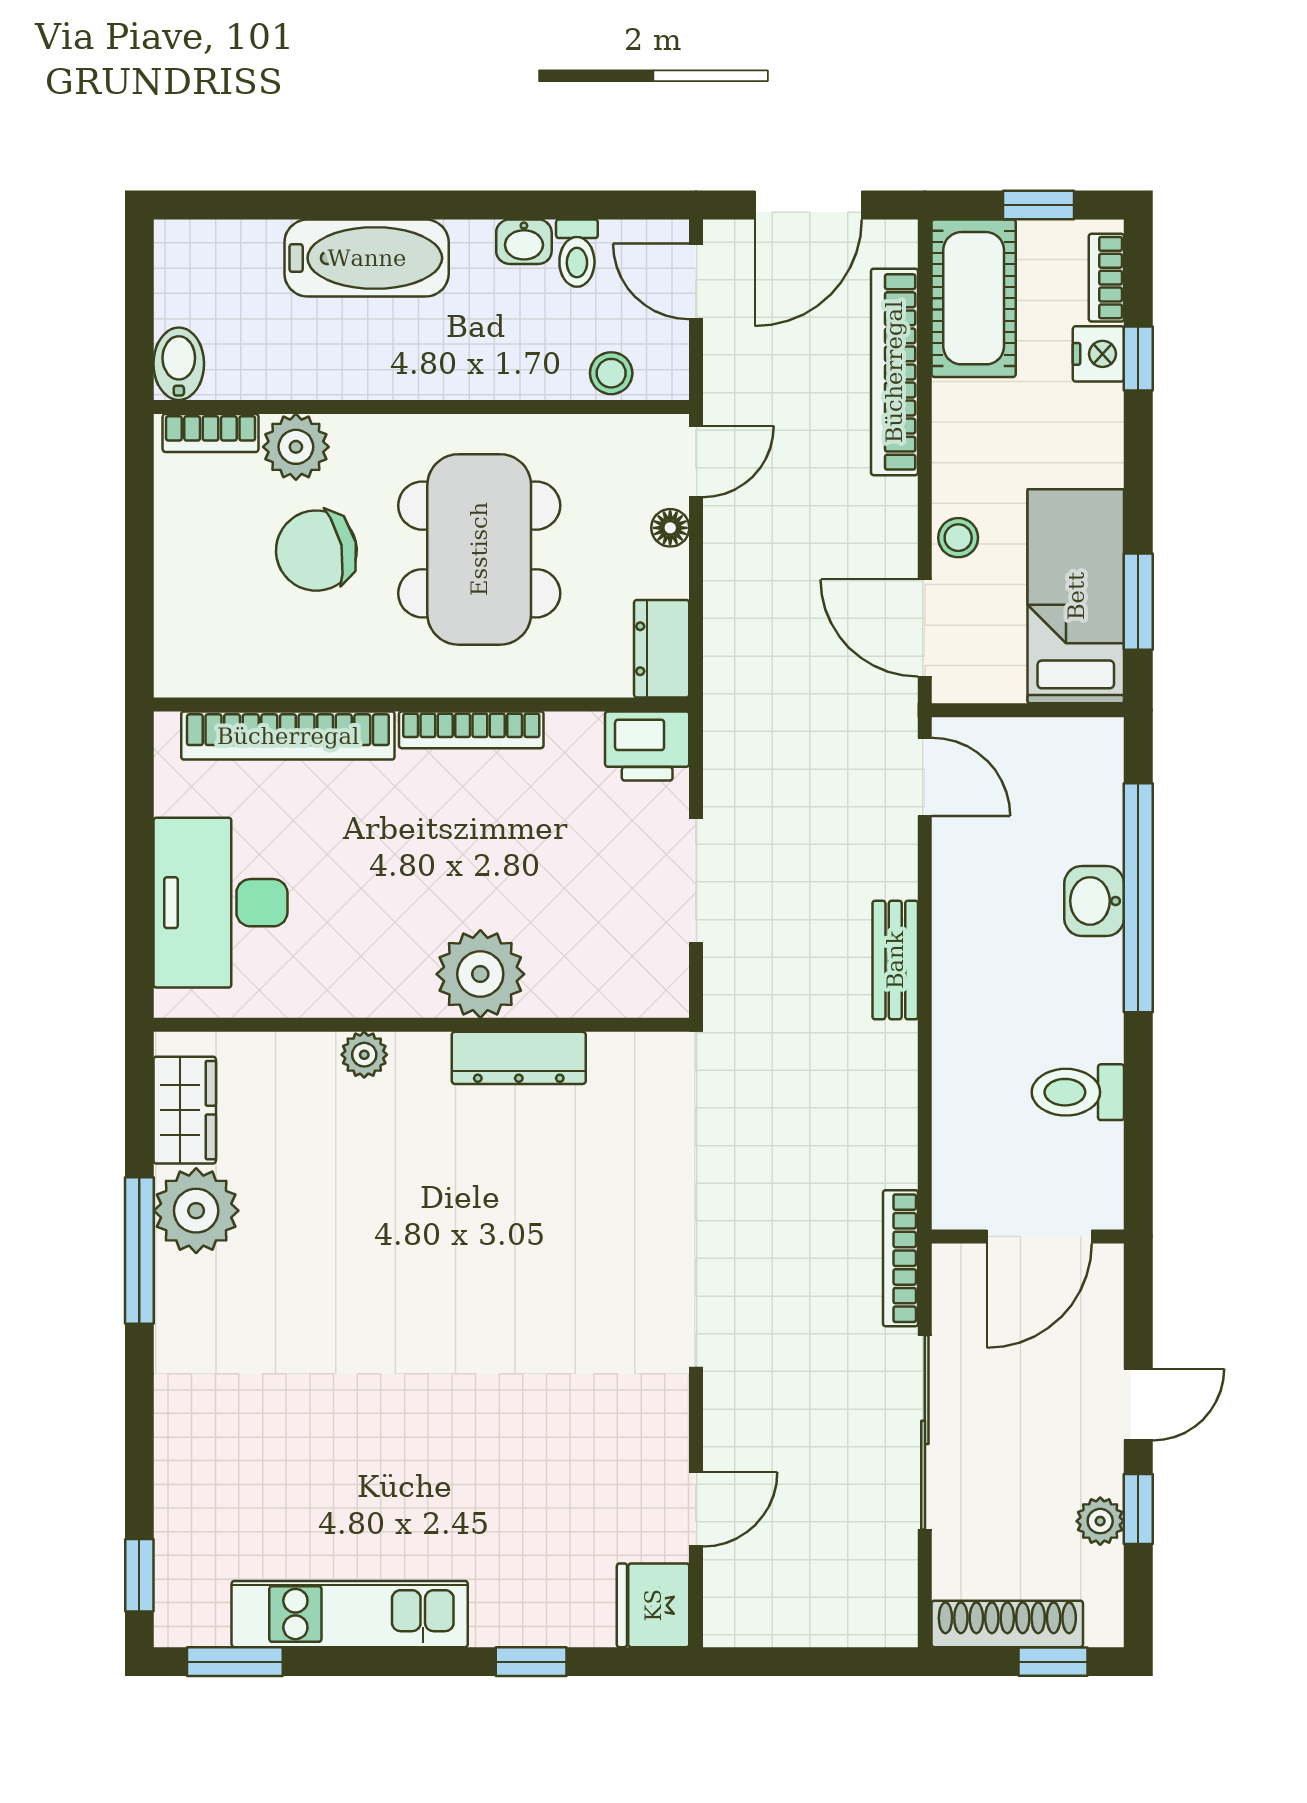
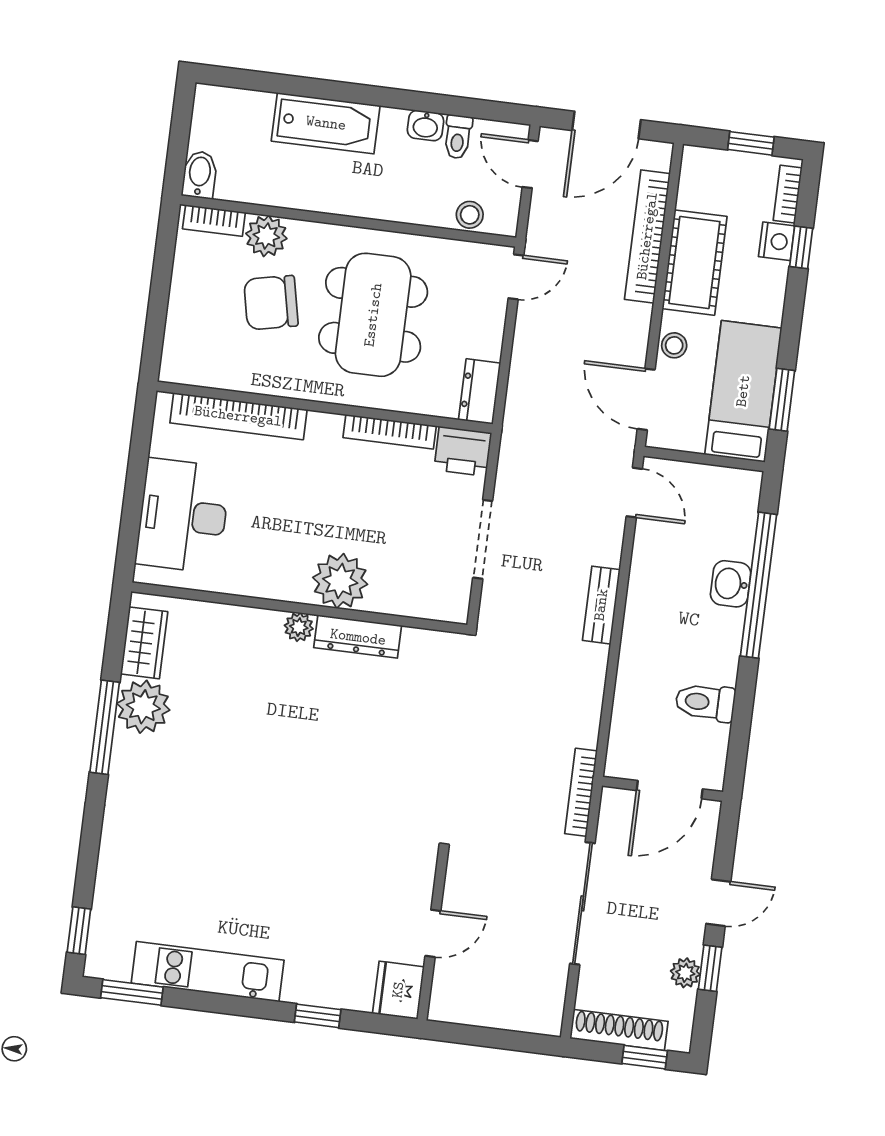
cot: (974, 298) -> (694, 263), moved
floor lamp: (670, 528) -> (495, 316), removed
bookcase: (471, 730) -> (390, 432), moved
plant: (364, 1055) -> (299, 627), moved

